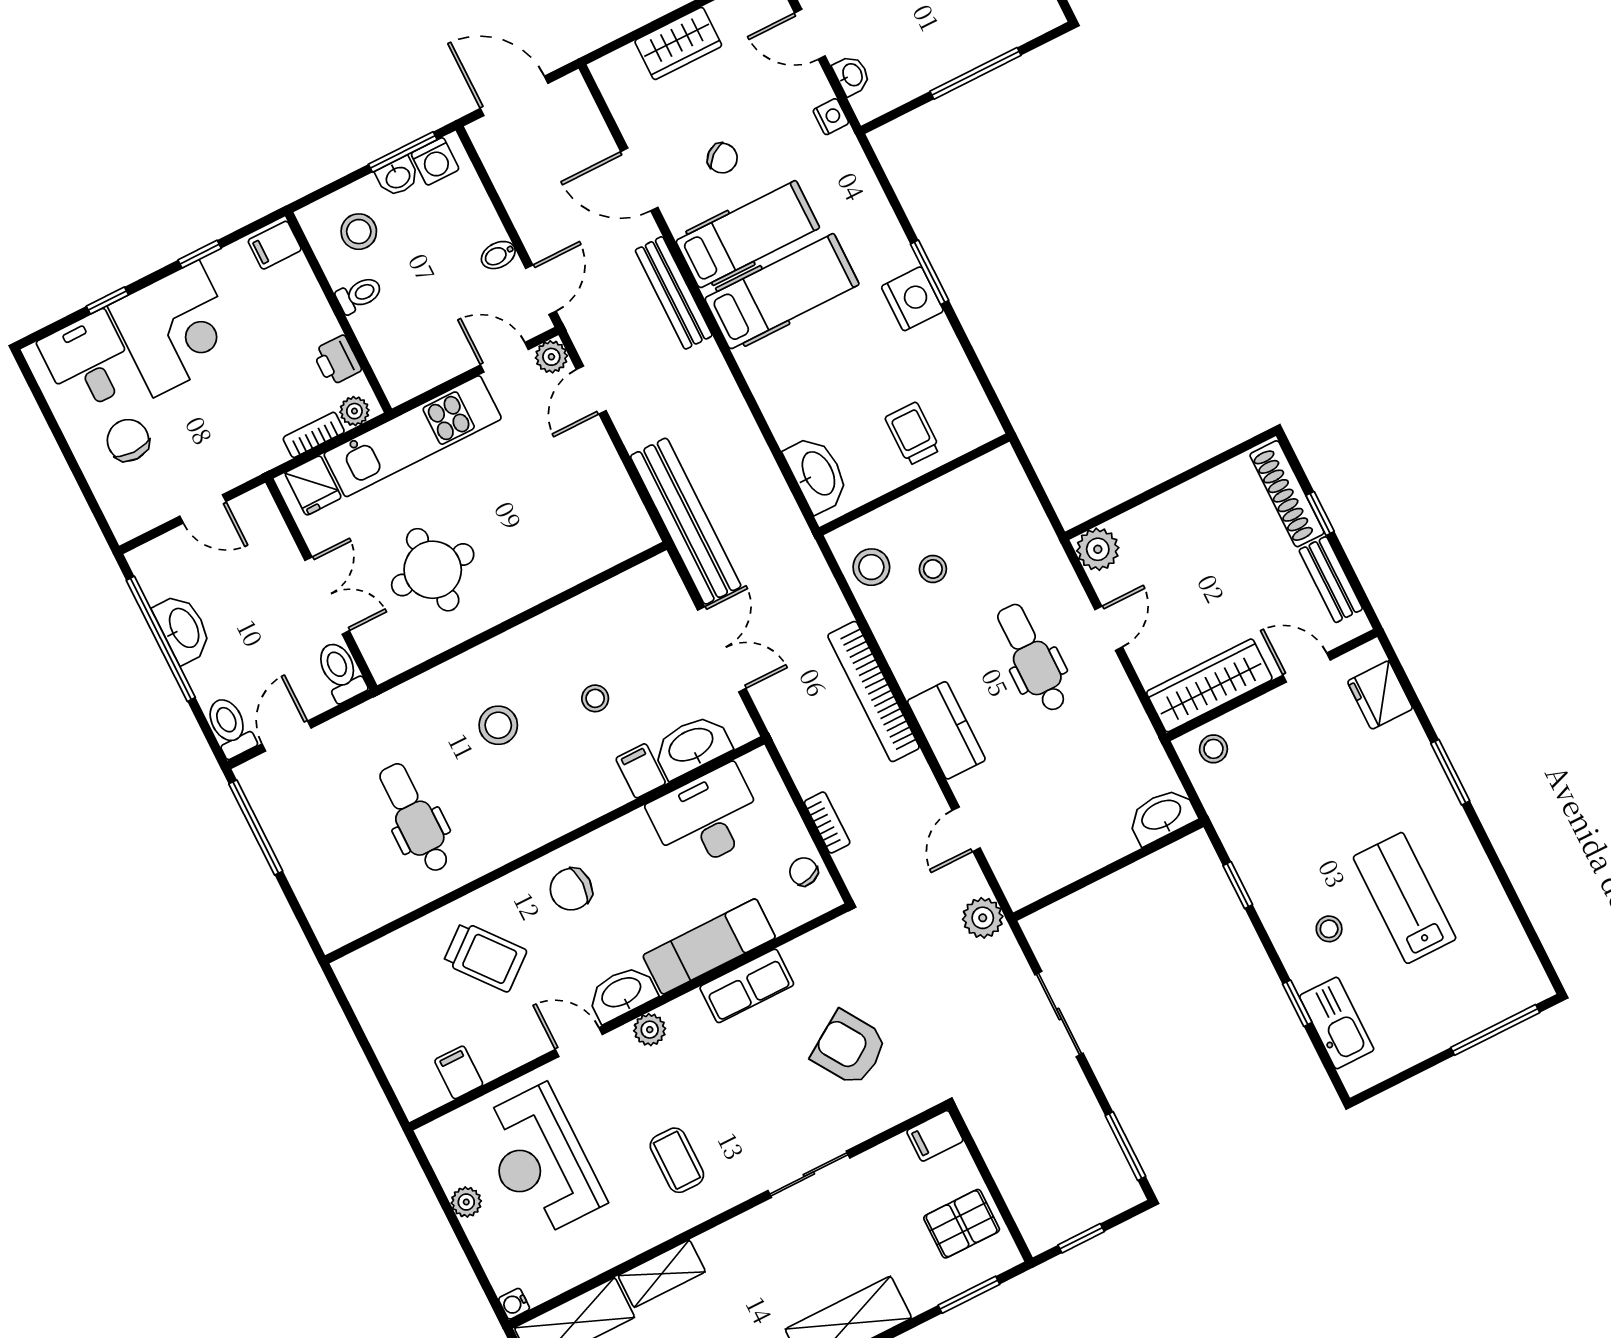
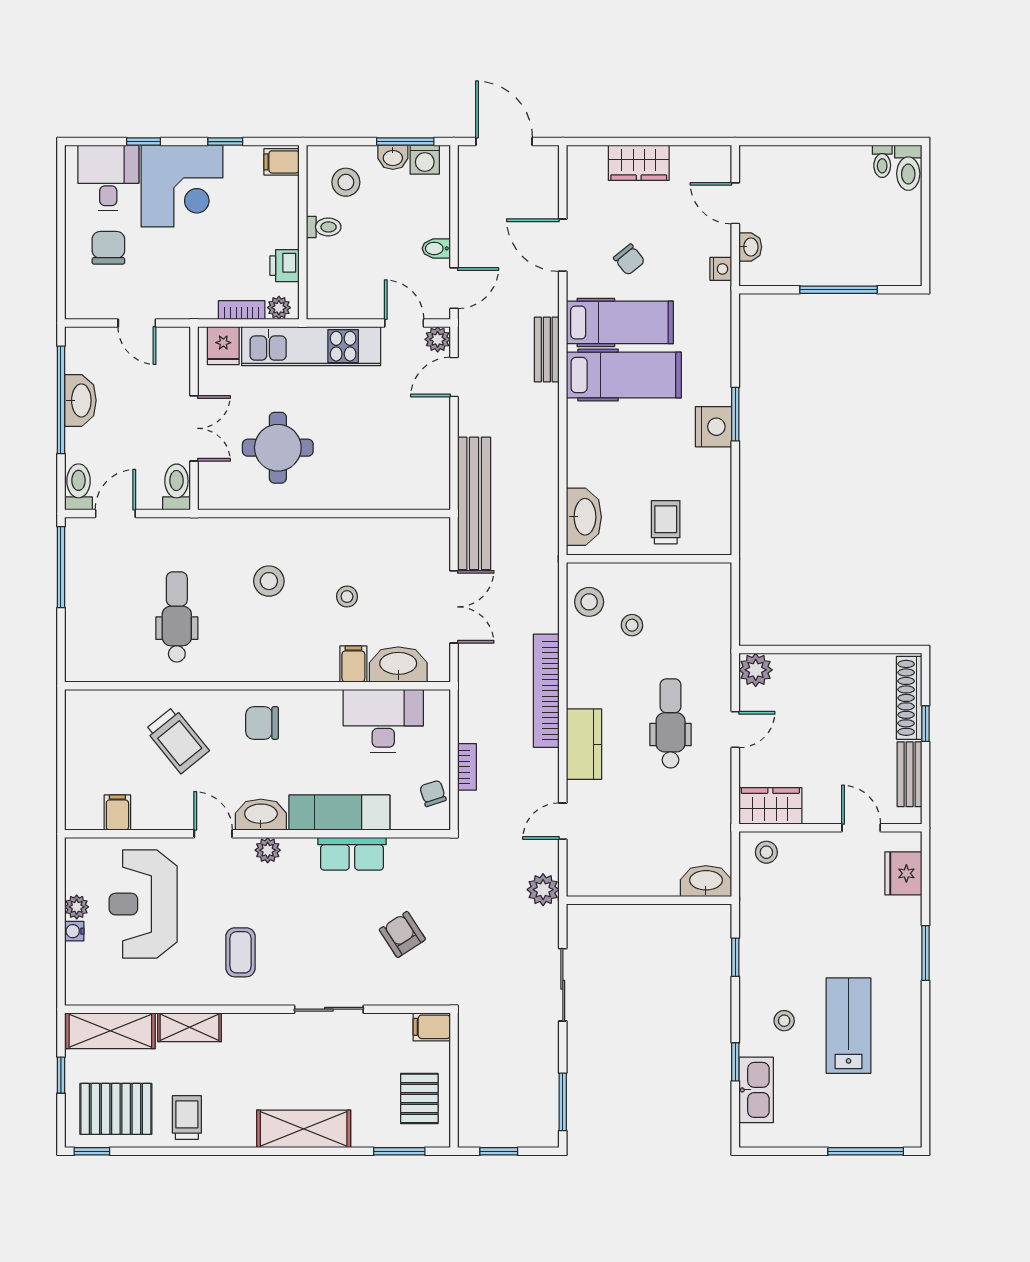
bench: (674, 293) -> (547, 349), width x0.73
wardrobe: (1209, 685) -> (770, 806), width x0.67
armchair: (849, 1048) -> (402, 934), width x0.72, depth x0.72
pallet: (962, 1224) -> (419, 1098), turned 90
water cooler: (514, 1304) -> (74, 931), moved

